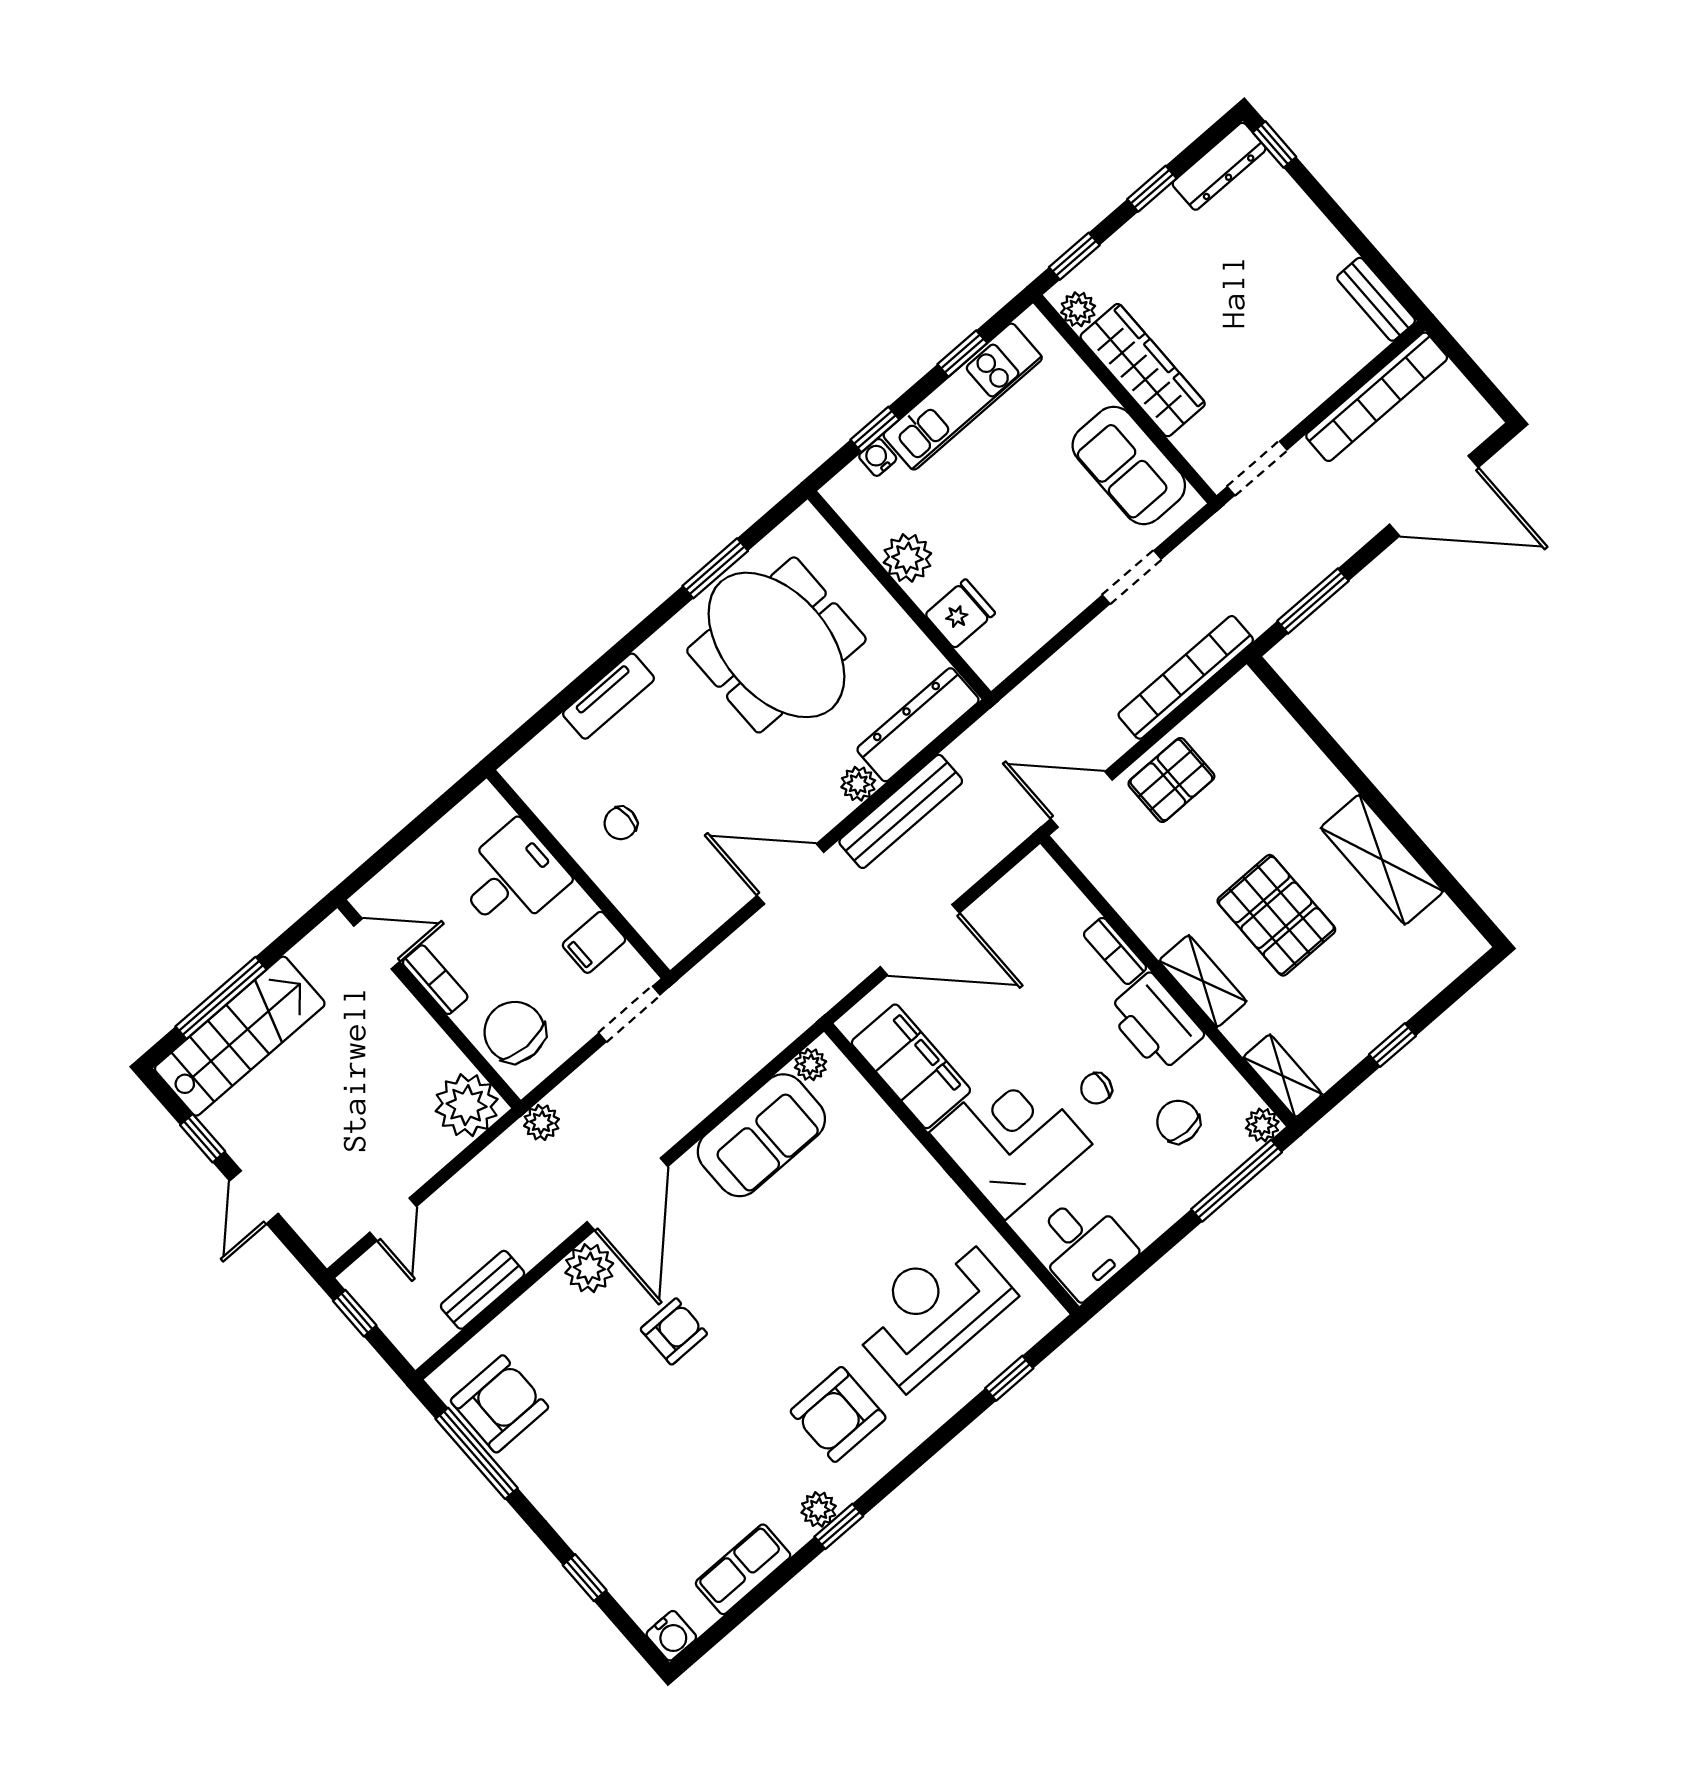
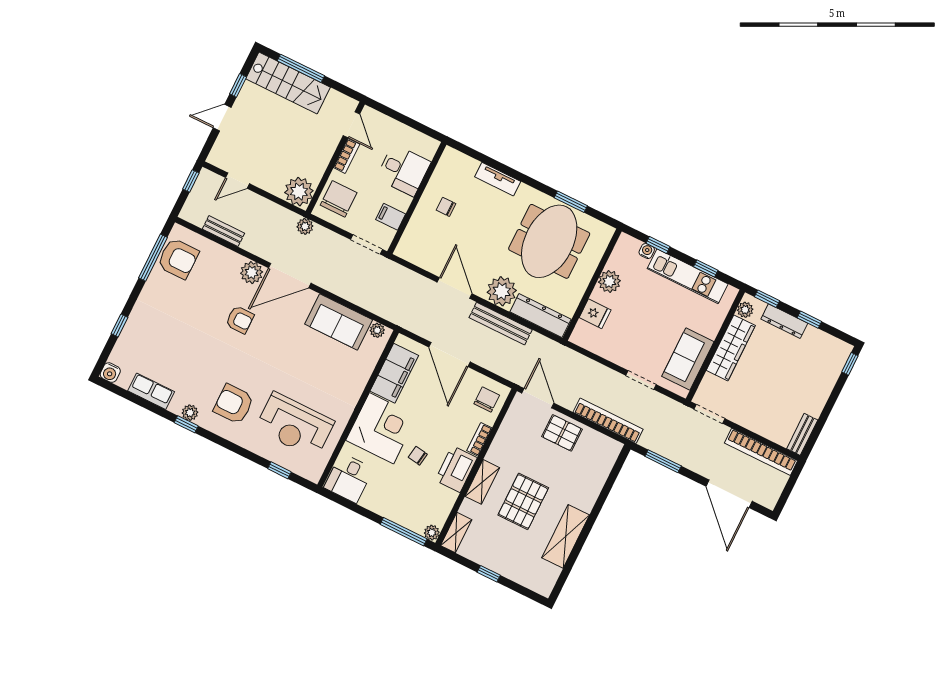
dresser: (1219, 166) -> (784, 321), moved
plant: (858, 784) -> (502, 291), width x1.88, depth x1.88
chair: (1178, 1122) -> (487, 399), moved
reception desk: (932, 1310) -> (295, 425), turned 180

